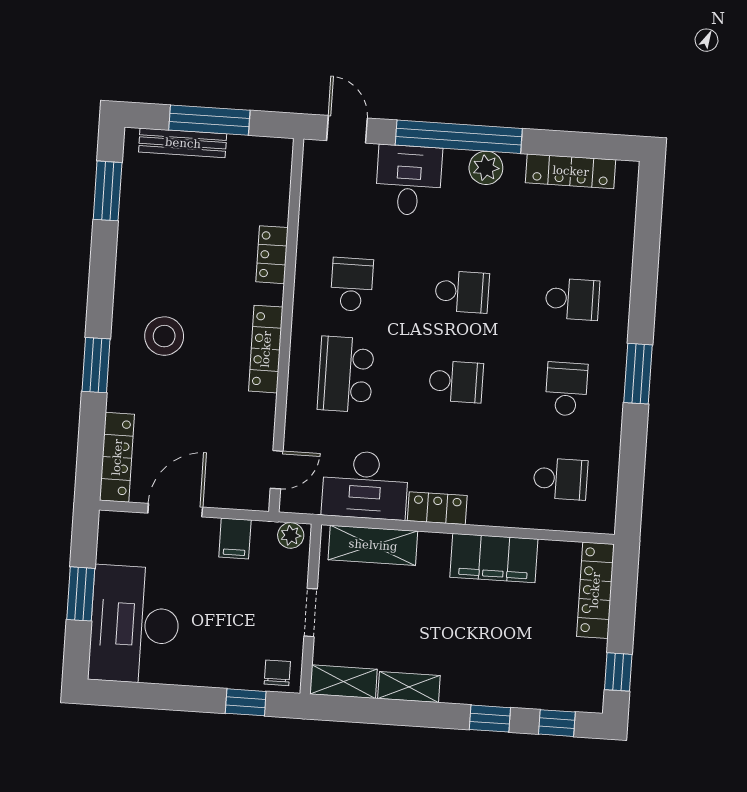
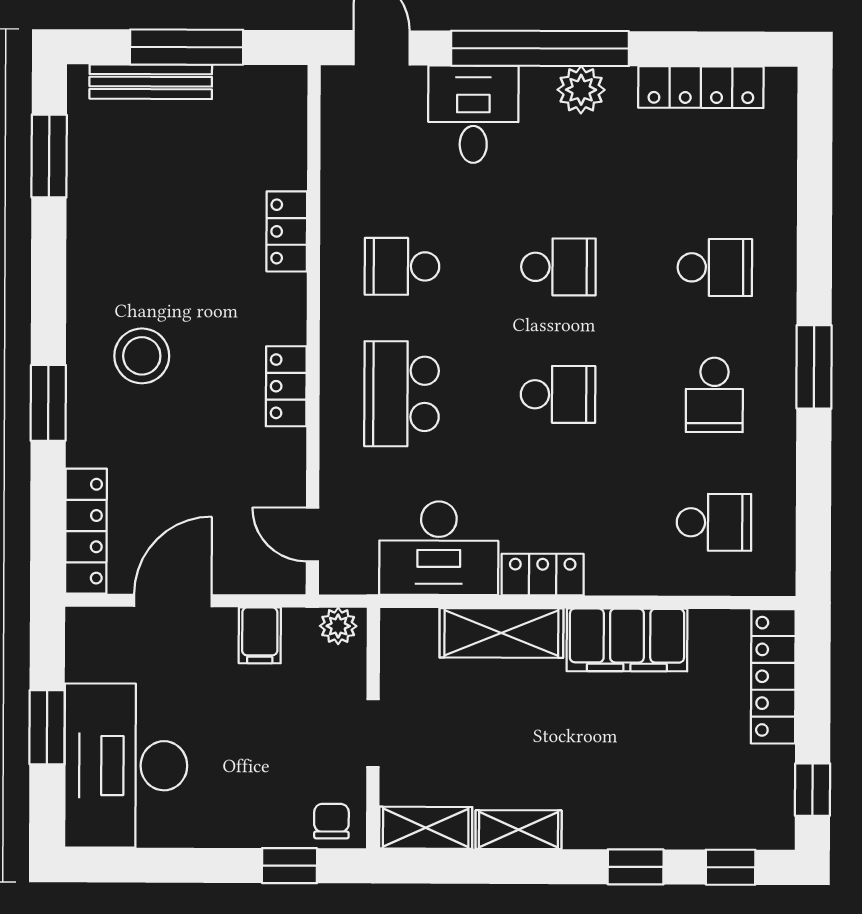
school desk: (352, 284) -> (402, 266), turned -90
locker: (266, 349) -> (286, 386), width x0.66
school desk: (566, 389) -> (714, 395), turned 180
door: (277, 470) -> (312, 534), swing flipped
shelving: (373, 545) -> (501, 633), moved

